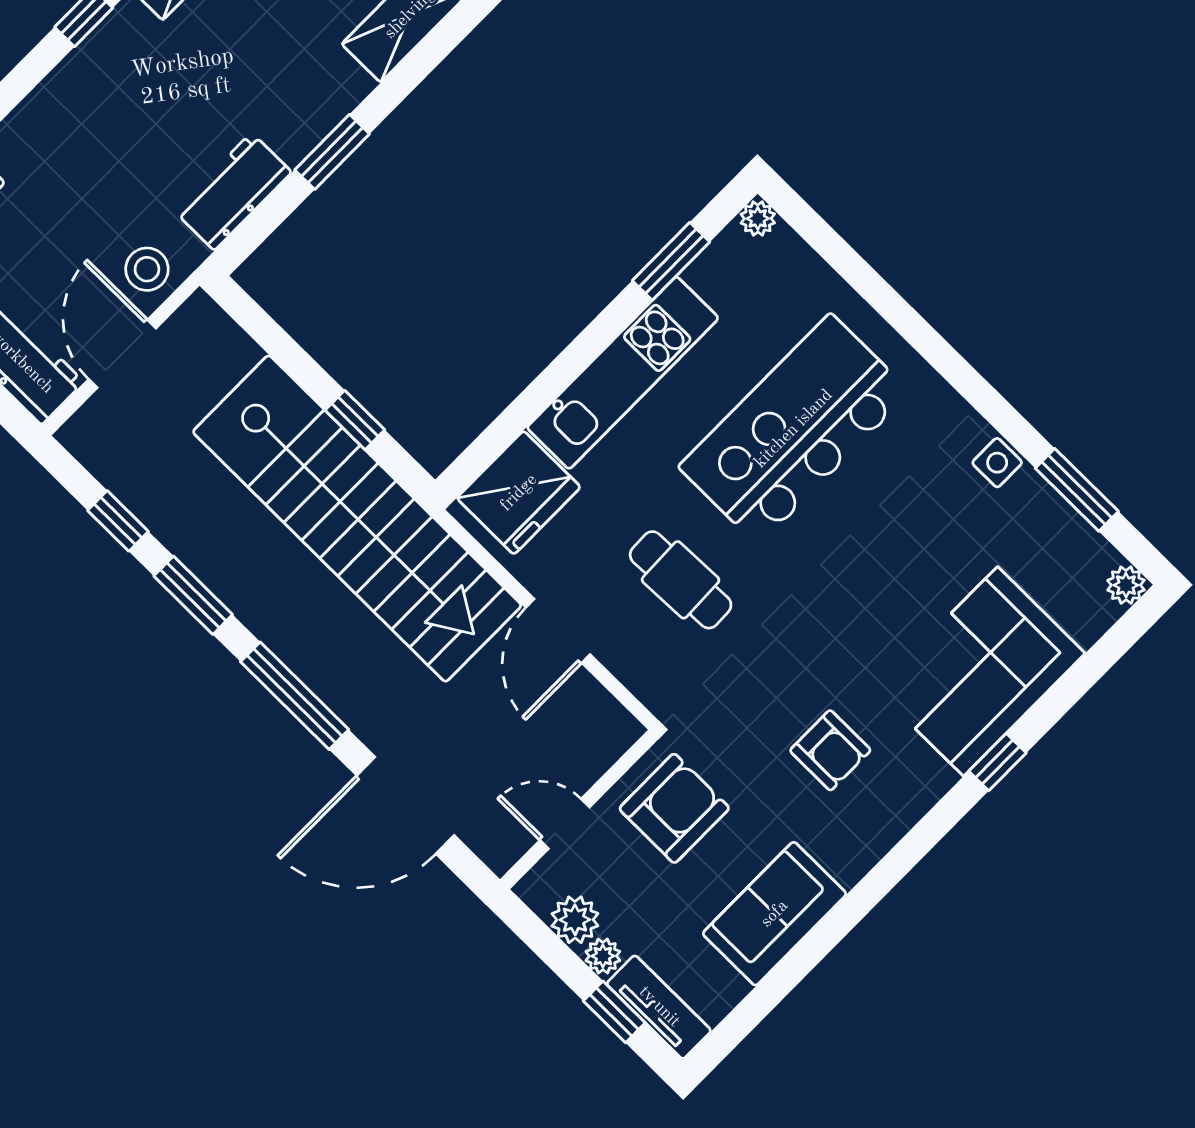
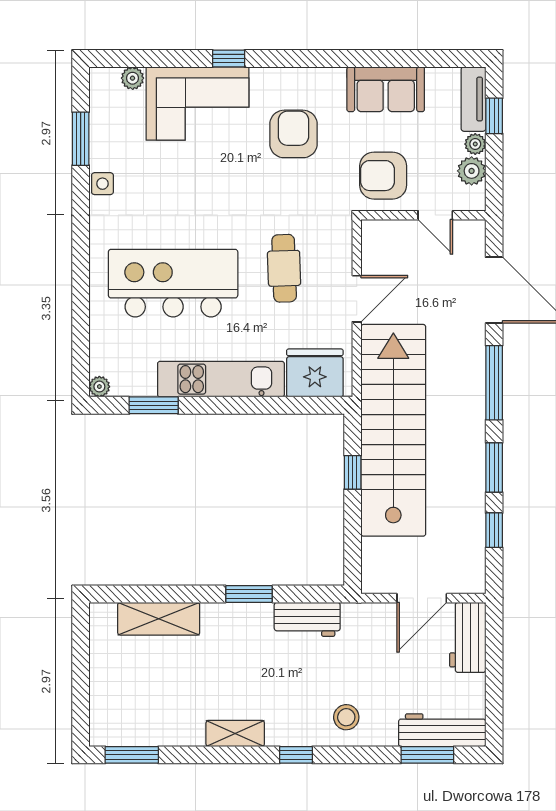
stool: (147, 269) -> (346, 717), moved
kitchen island: (794, 429) -> (173, 283), turned 180
plant: (1126, 585) -> (133, 78), moved
armchair: (830, 750) -> (293, 134), width x1.38, depth x1.38

